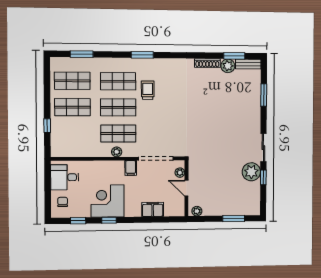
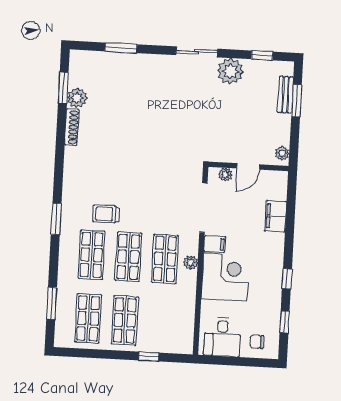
bench: (248, 64) -> (285, 95), moved
window: (263, 177) -> (262, 55), moved
corner desk: (107, 201) -> (225, 277), moved, turned 180

